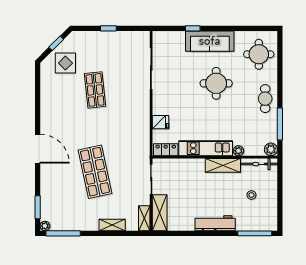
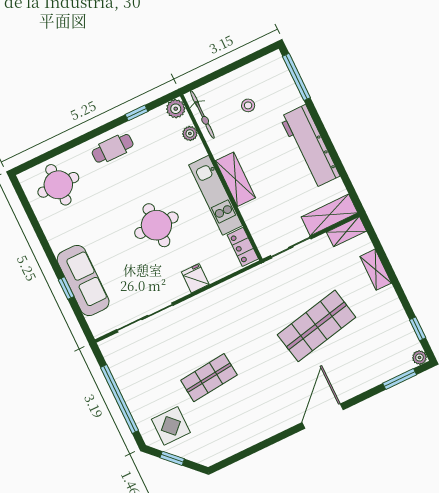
window: (108, 28) -> (119, 399), width x3.17
sofa: (210, 41) -> (83, 281), moved
display table: (65, 63) -> (171, 426), moved
round table: (216, 83) -> (156, 225), moved
fridge: (160, 122) -> (195, 278), moved
window: (280, 124) -> (137, 113), width x0.46
plant: (239, 151) -> (190, 133), moved
shelving: (223, 165) -> (236, 179), moved
workbench: (215, 223) -> (310, 146), width x1.36, depth x1.32
window: (63, 233) -> (418, 329), width x0.46

